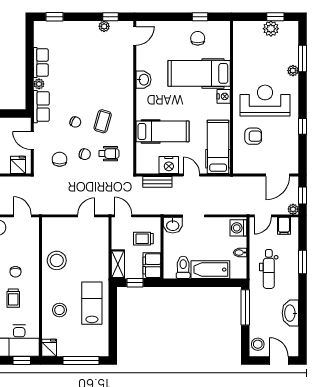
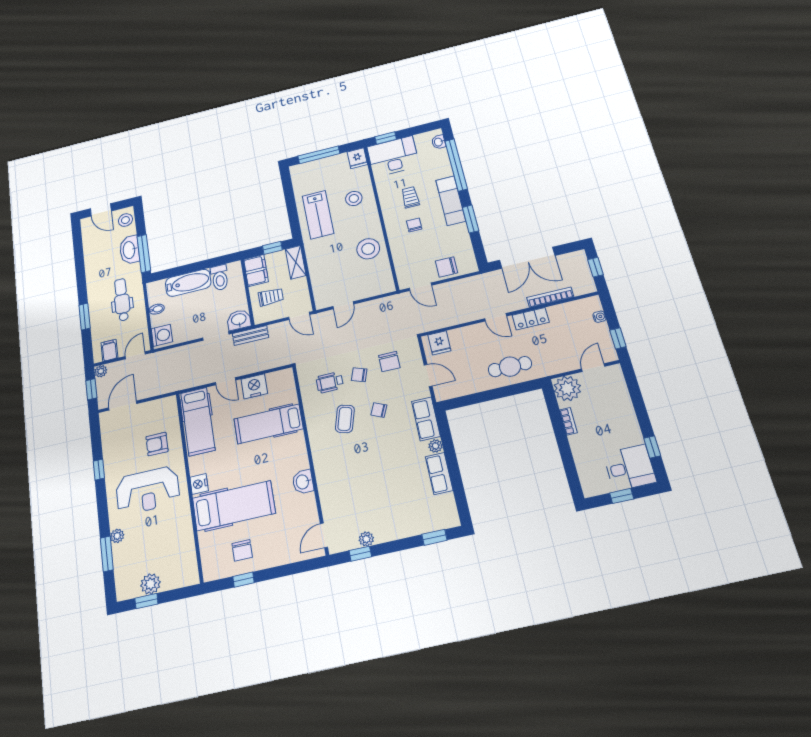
bench: (157, 182) -> (251, 335), moved
washbasin: (290, 313) -> (129, 250), moved, turned 180

